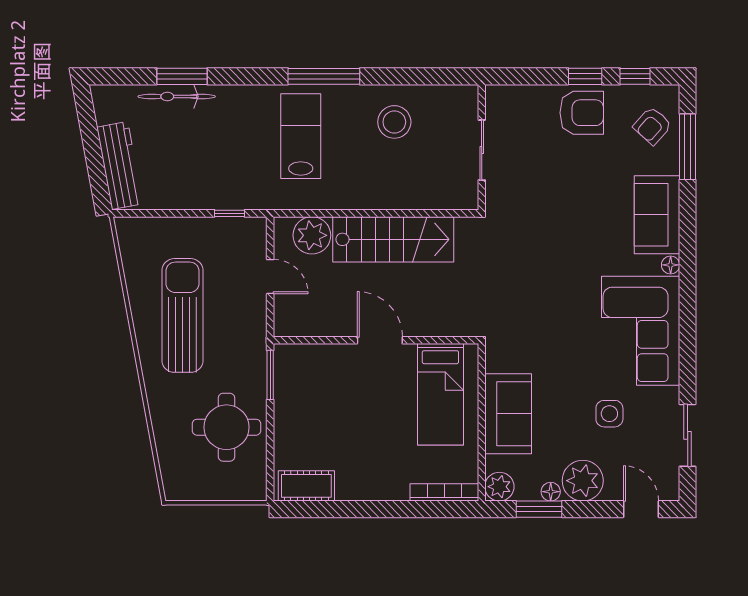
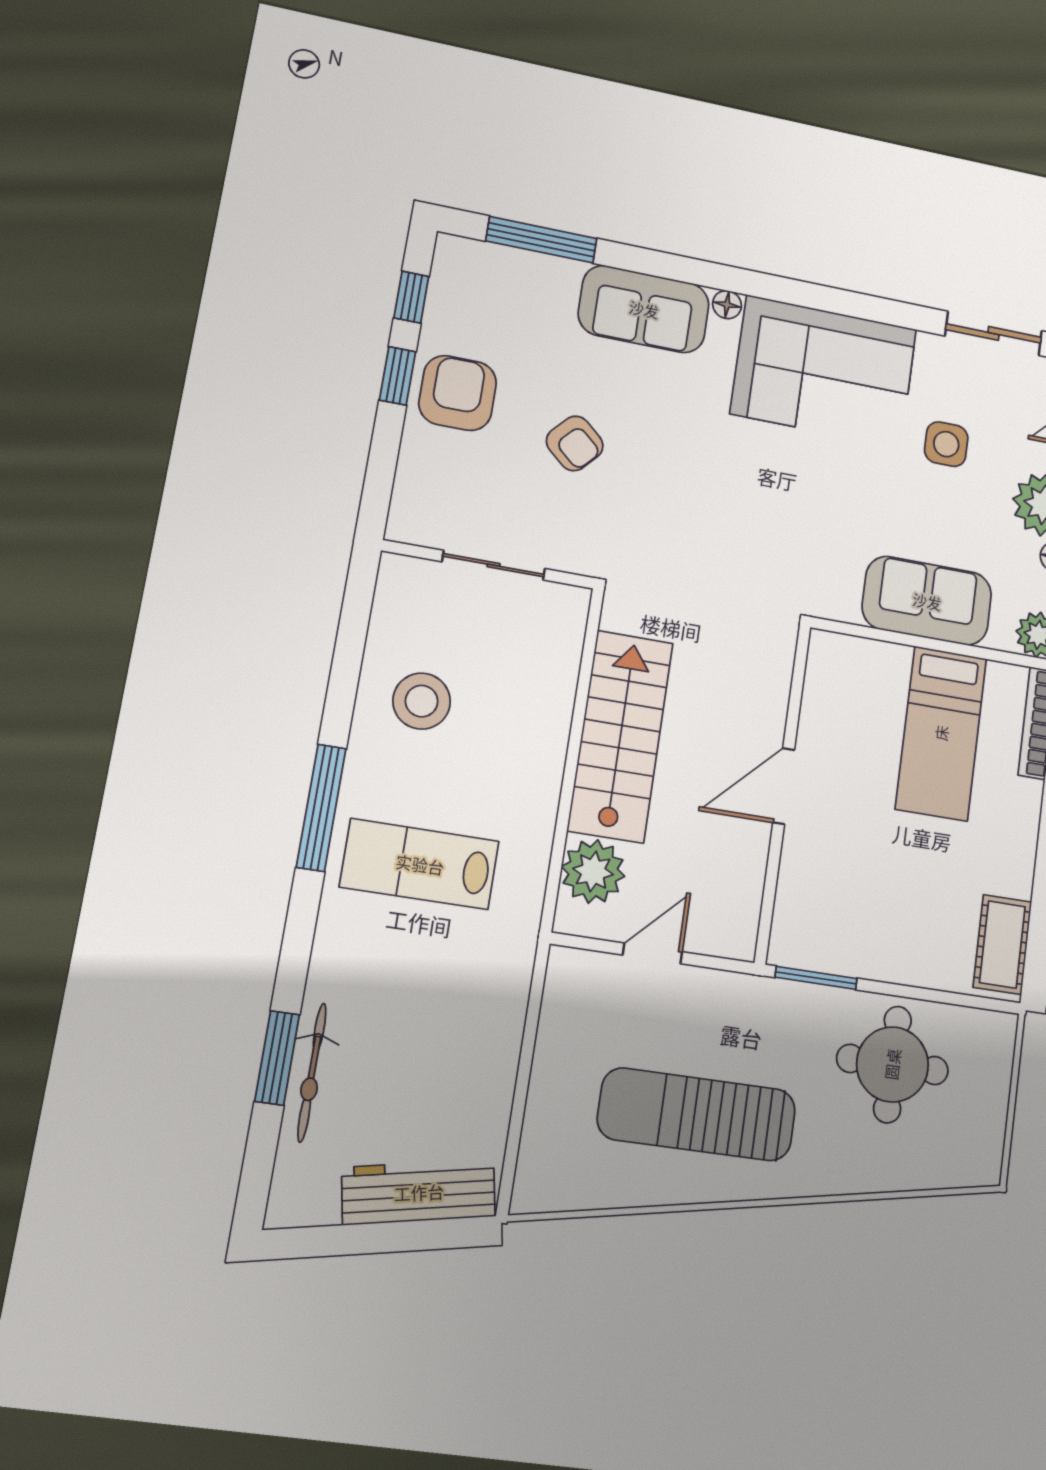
armchair: (652, 126) -> (575, 443), moved
window: (229, 213) -> (534, 1008), removed
bed: (440, 394) -> (941, 733), moved, turned 90

